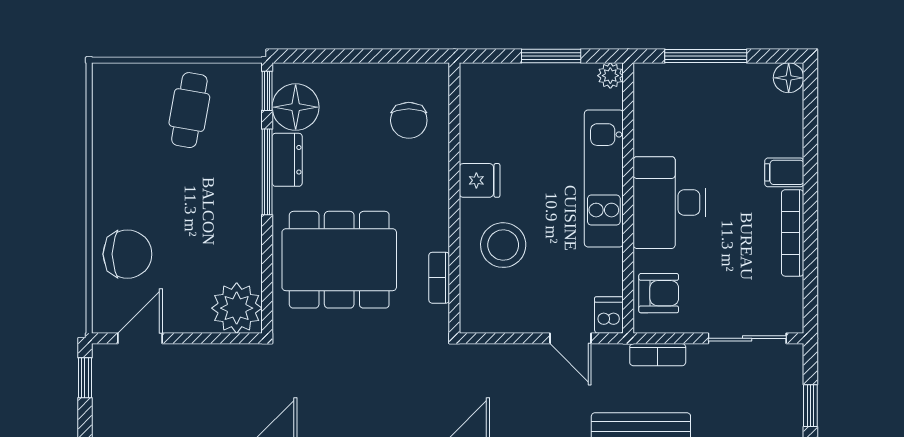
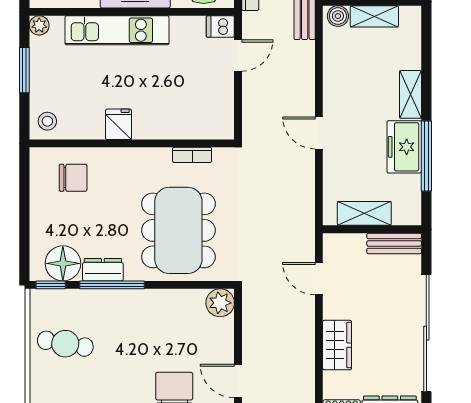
stool: (503, 245) -> (47, 121), moved, width x0.53, depth x0.53
plant: (237, 308) -> (220, 303), width x0.73, depth x0.73

